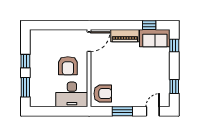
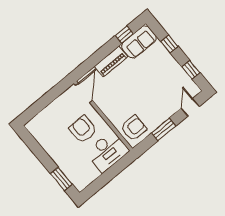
window: (174, 46) -> (169, 44), moved
window: (25, 61) -> (42, 156), removed
armchair: (68, 66) -> (83, 129), turned 180

